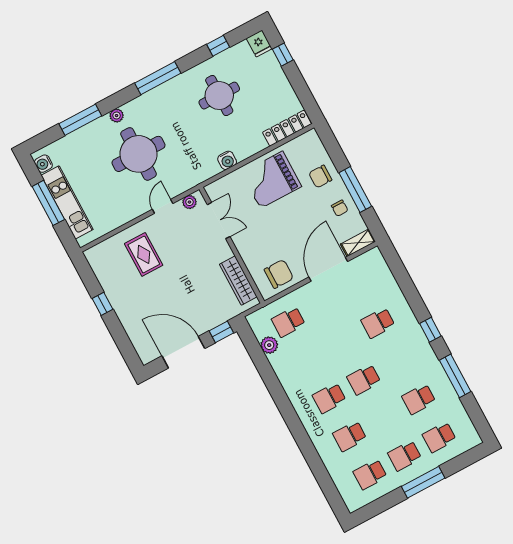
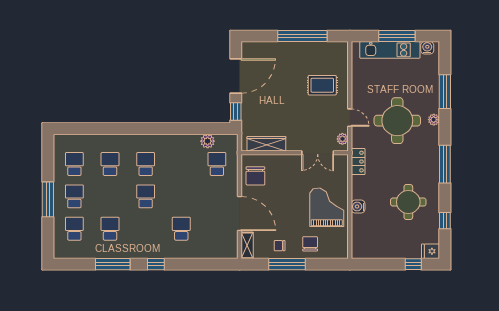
locker: (287, 128) -> (358, 162), moved, width x0.66
water cooler: (227, 160) -> (358, 207), moved
window: (102, 304) -> (302, 36), width x3.17

